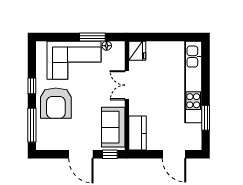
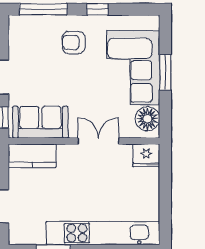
window: (92, 37) -> (165, 72), moved
floor lamp: (107, 46) -> (147, 119), width x1.89, depth x1.89
armchair: (56, 103) -> (74, 43), width x0.53, depth x0.53

